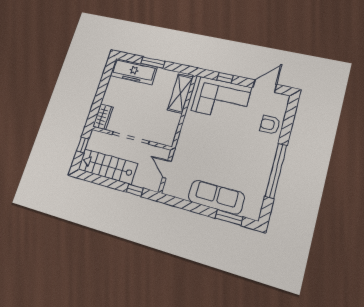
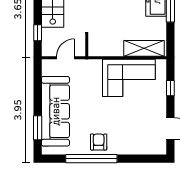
corner sofa: (221, 99) -> (129, 78), moved, turned -90
armchair: (270, 125) -> (99, 142), moved
sofa: (216, 197) -> (55, 111), width x1.36, depth x1.27

